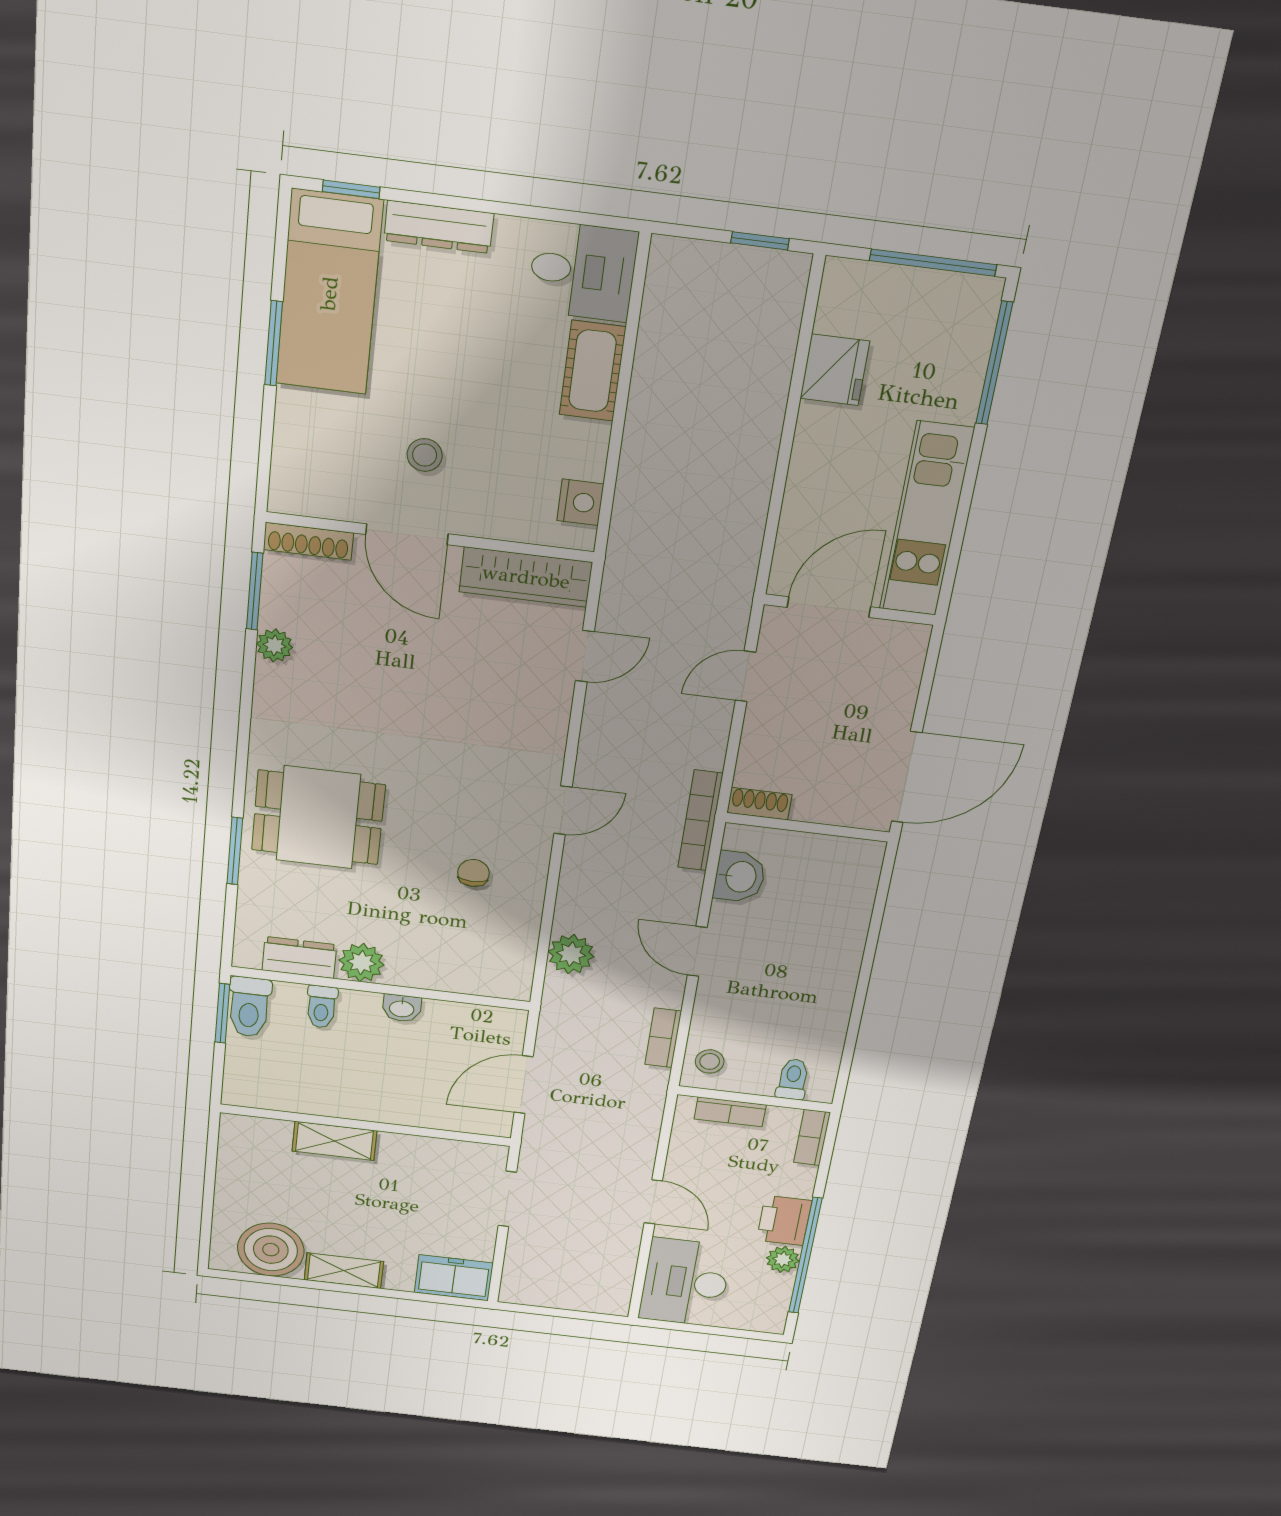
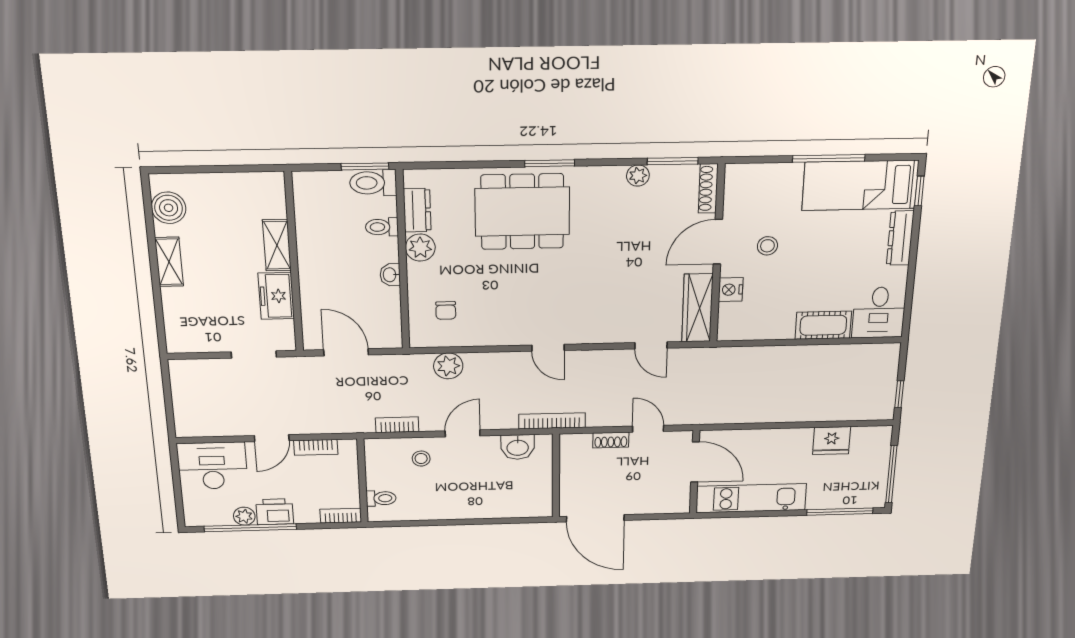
window: (274, 343) -> (829, 158), width x1.44
nightstand: (580, 502) -> (731, 290), moved, turned 90
shoe rack: (759, 804) -> (611, 440), moved, turned 90
dining table: (318, 817) -> (522, 212), width x1.38
window: (235, 851) -> (550, 163), moved
chair: (473, 873) -> (446, 310), moved, turned 90
stool: (710, 1061) -> (421, 459), moved
bookcase: (730, 1112) -> (316, 447), moved, turned -90
boiler: (271, 1250) -> (169, 208), width x0.73, depth x0.73
freezer: (454, 1278) -> (276, 296), moved, turned 180

